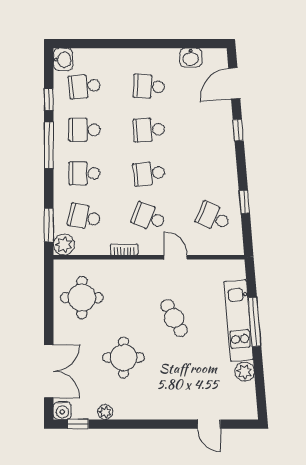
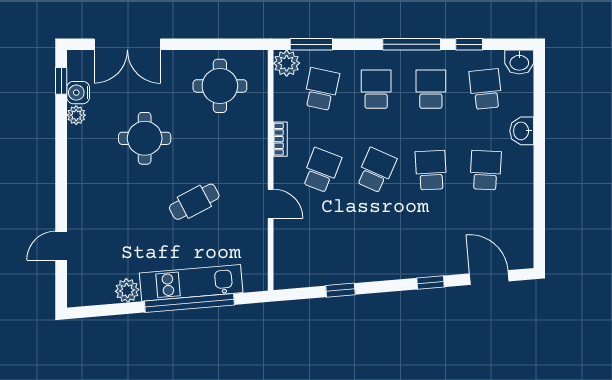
washbasin: (191, 58) -> (522, 131), moved
school desk: (149, 173) -> (376, 170), turned 30
school desk: (213, 217) -> (321, 251), removed
door: (176, 257) -> (271, 204), hinge flipped
window: (254, 322) -> (189, 303), width x1.46
water cooler: (62, 410) -> (78, 93), moved

